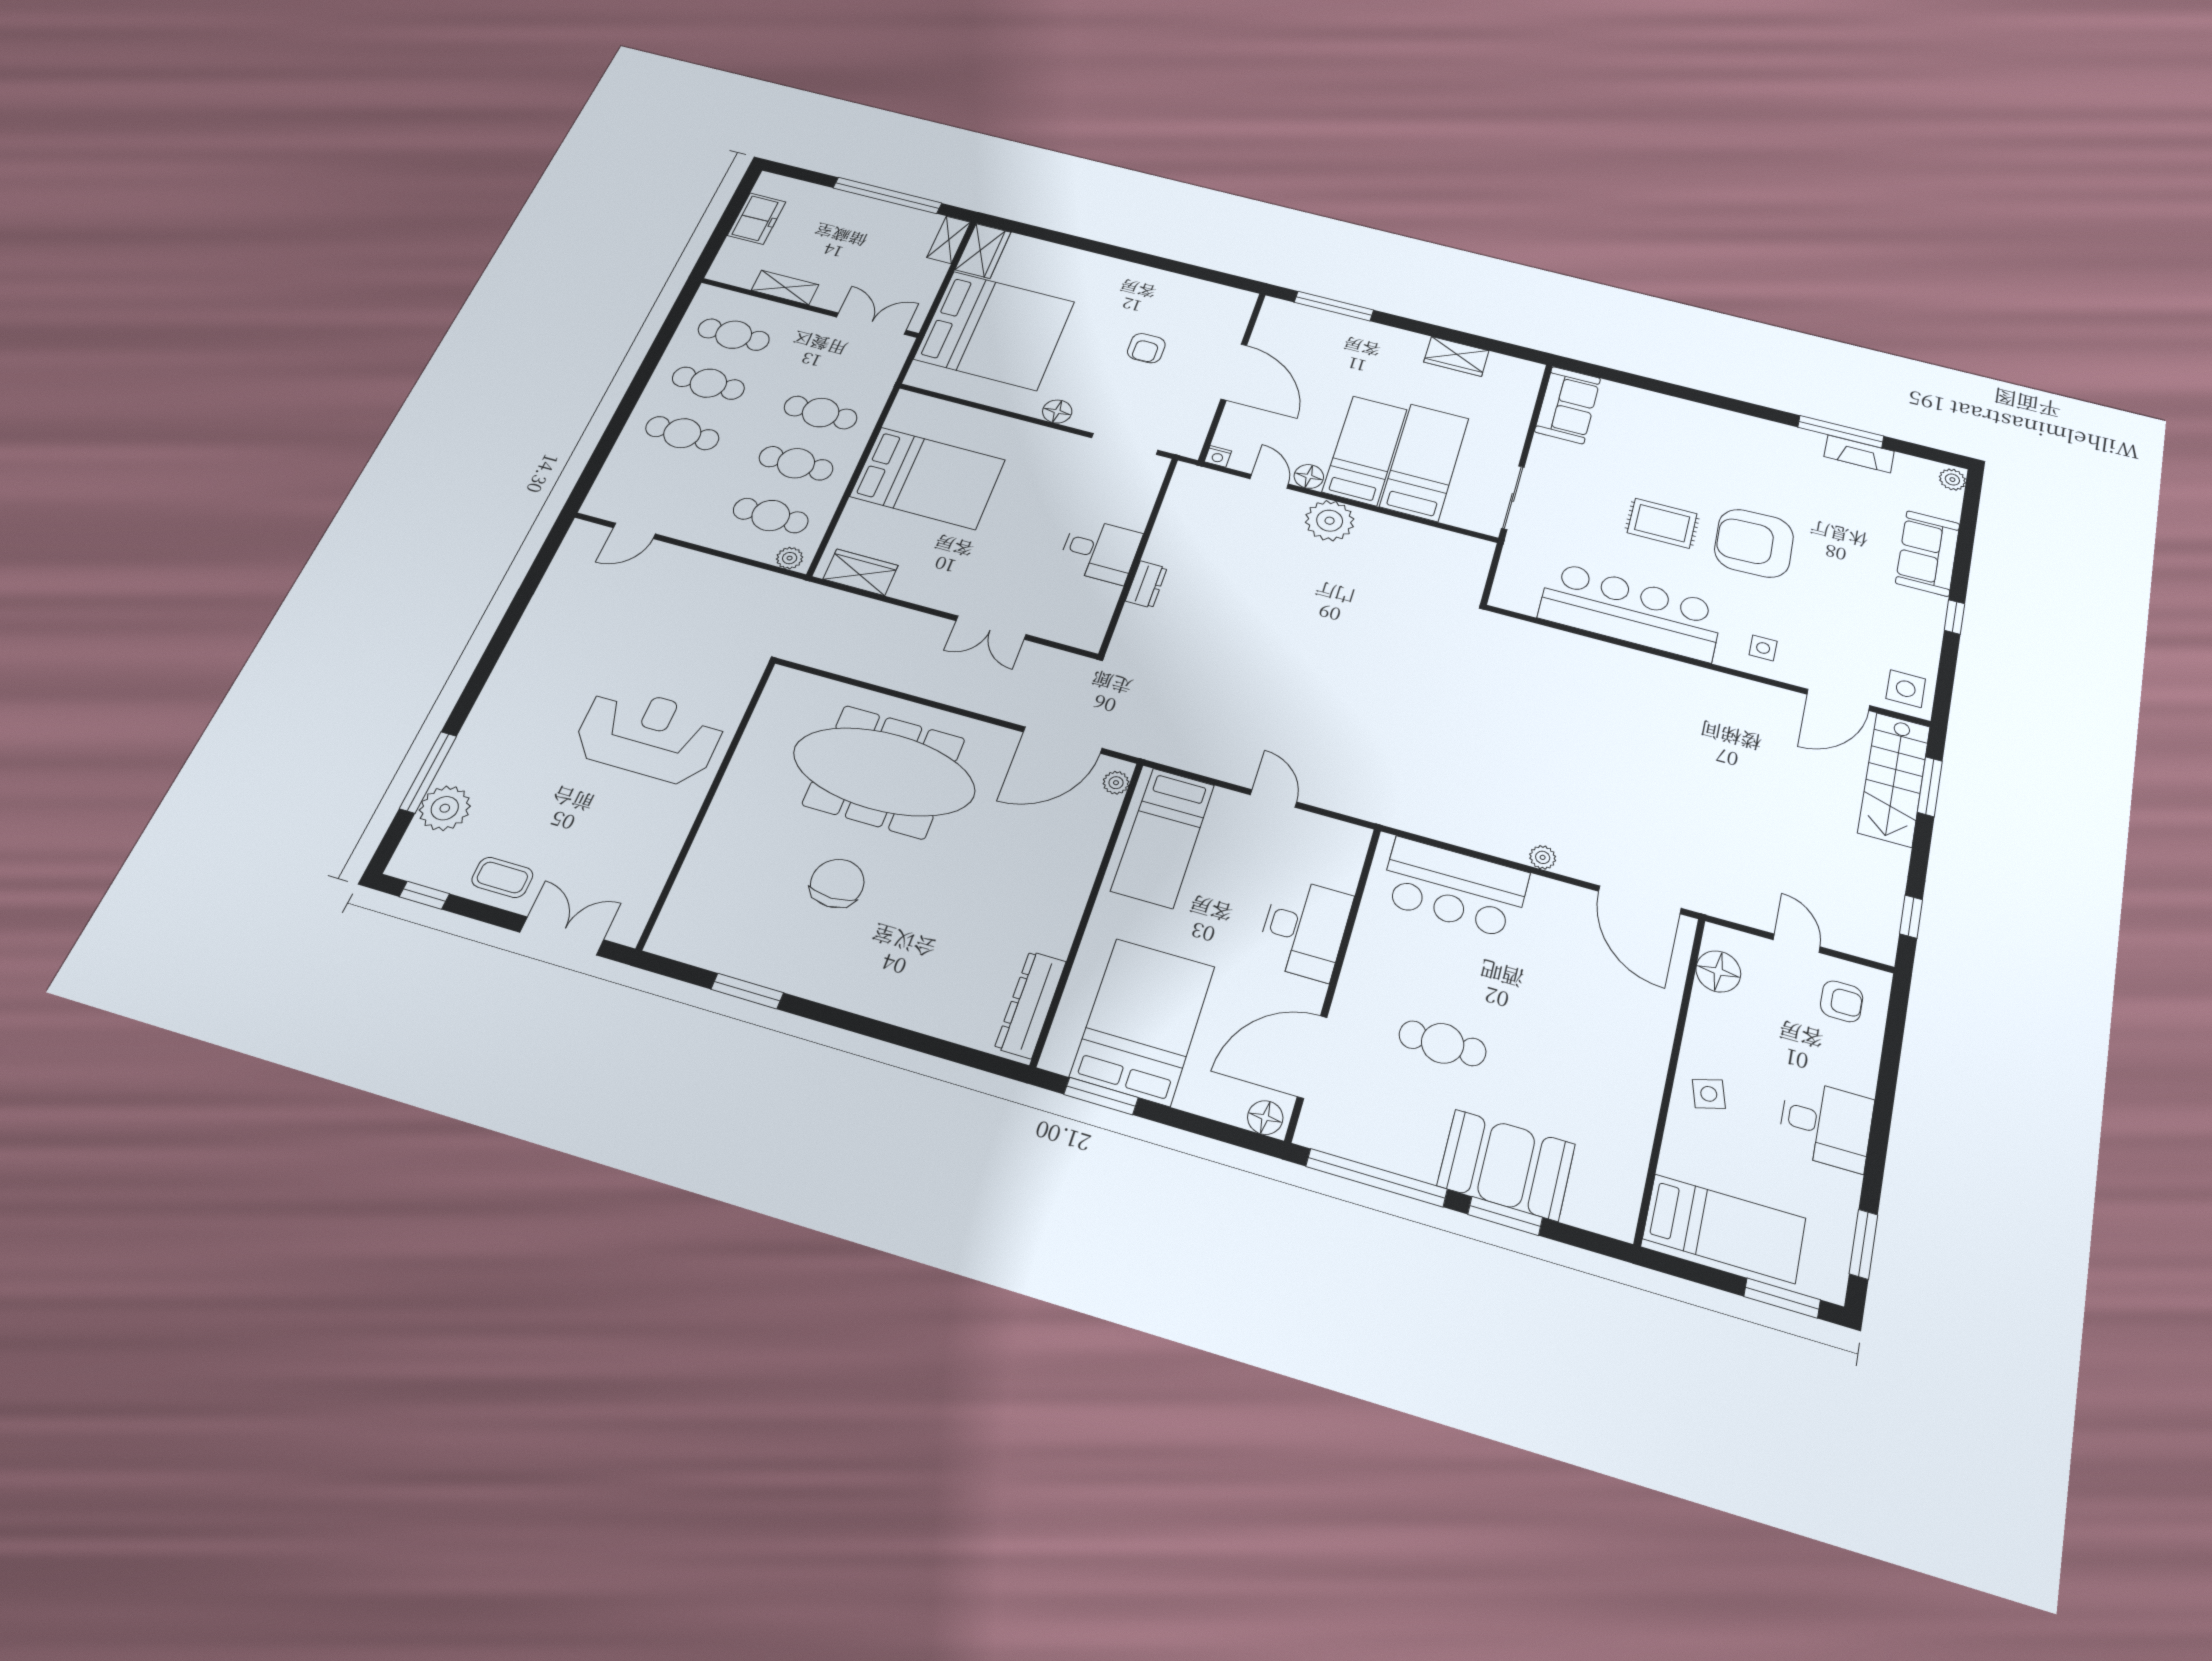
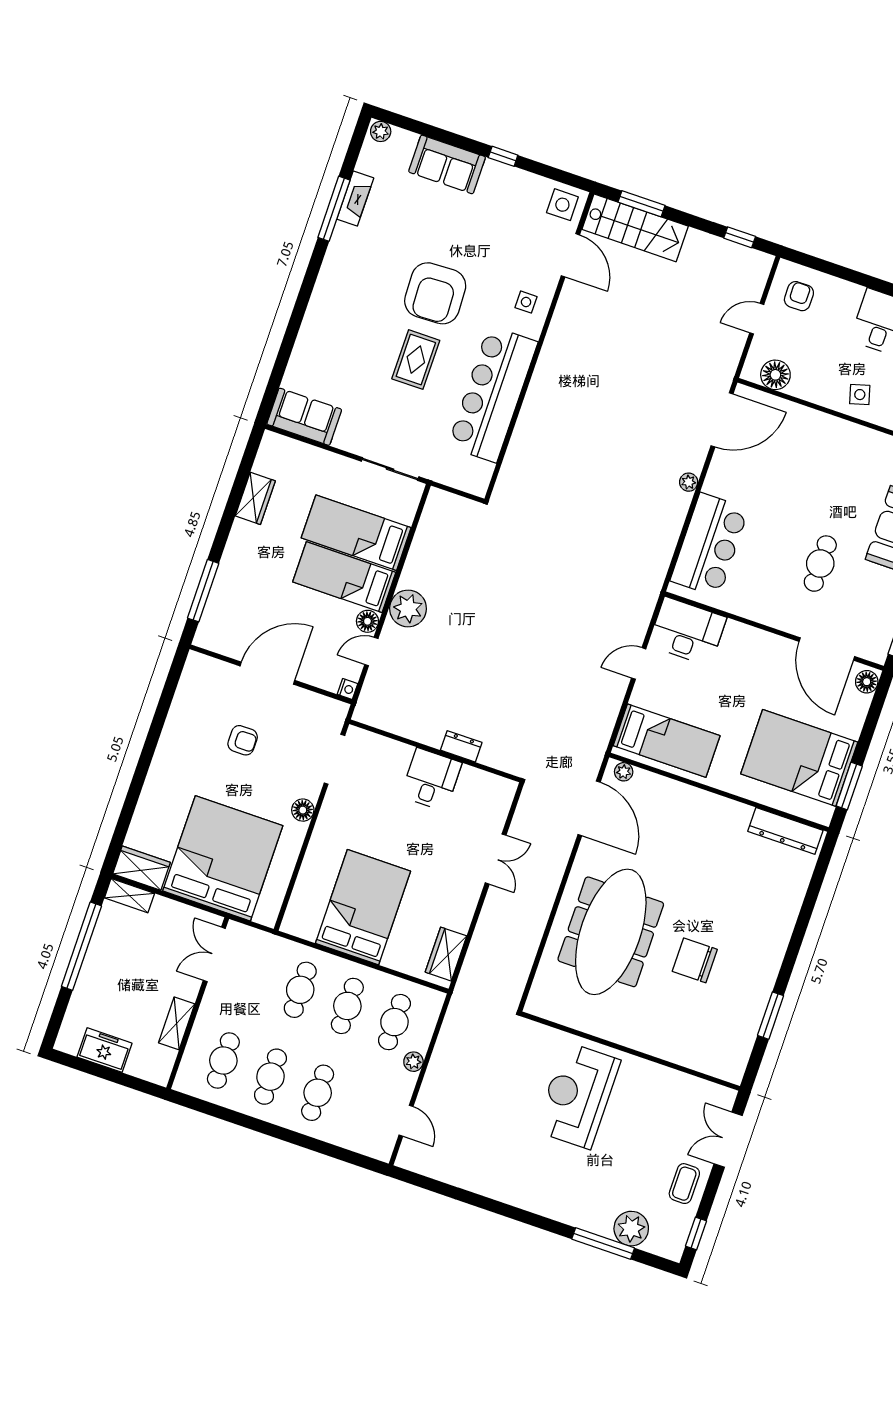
plant: (790, 558) -> (413, 1062), moved
desk: (1304, 929) -> (687, 631), moved

